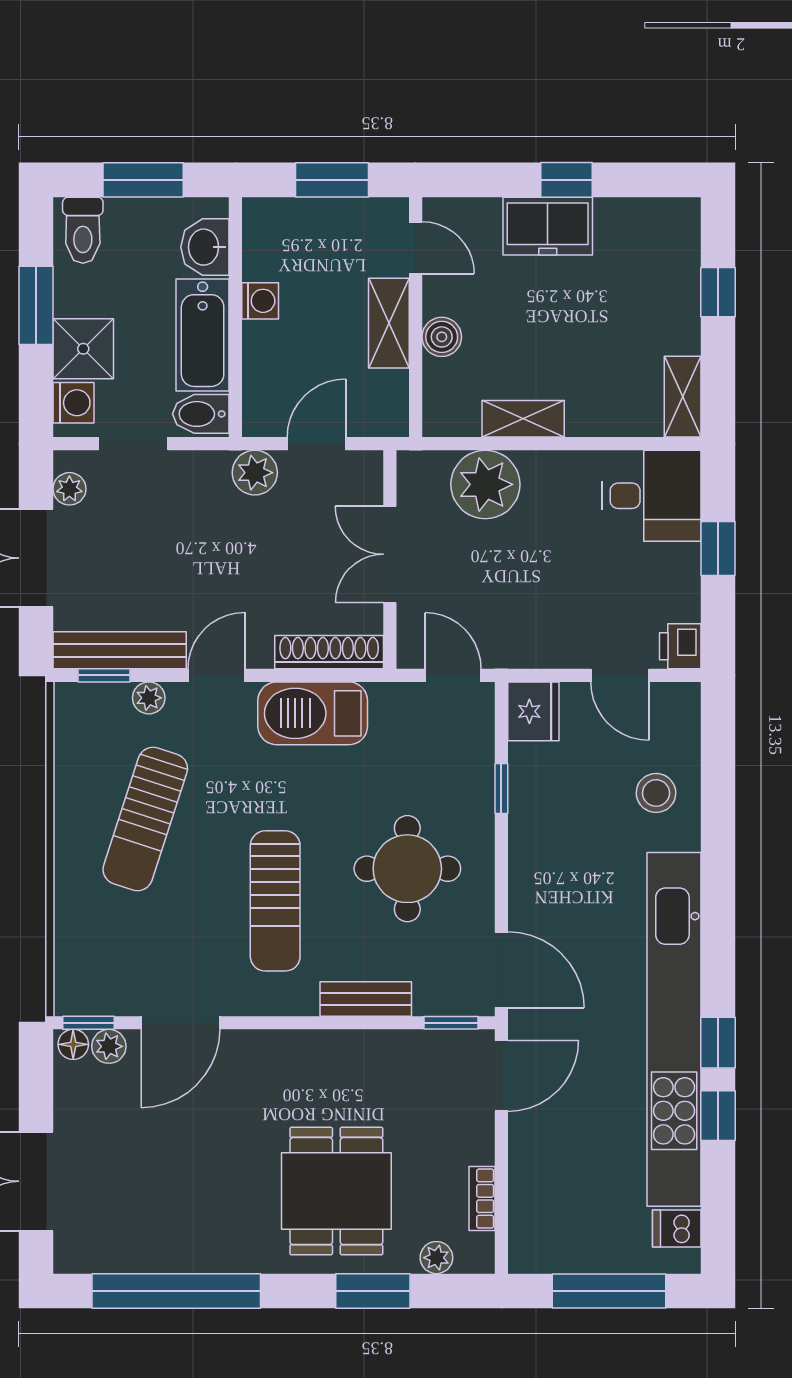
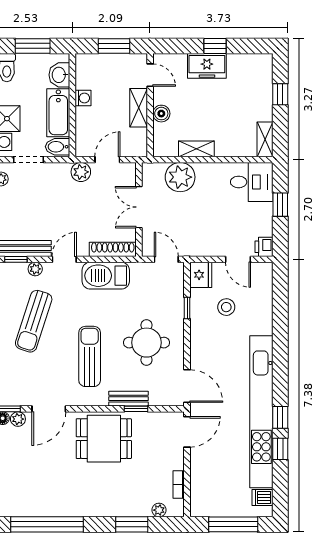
stool: (656, 793) -> (226, 307), moved
sun lounger: (275, 901) -> (90, 356), turned 180
window: (451, 1023) -> (136, 409), moved
dining table: (336, 1191) -> (104, 439), moved, turned 90

